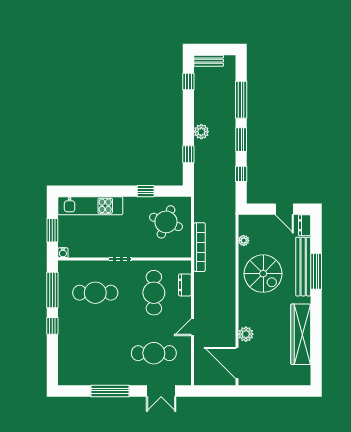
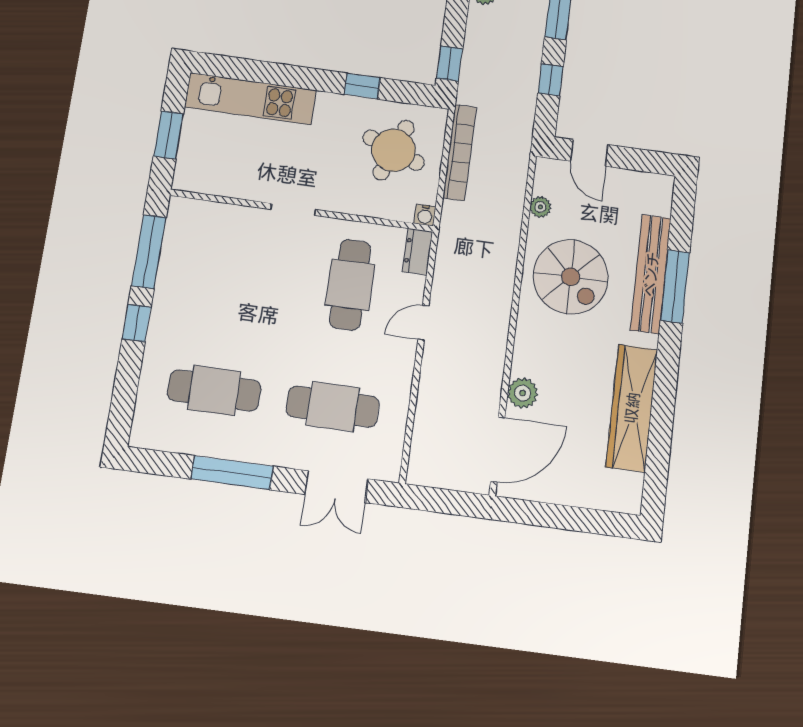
window: (188, 154) -> (450, 64), moved
door: (284, 209) -> (589, 153), moved
dresser: (305, 225) -> (662, 194), removed
bookcase: (199, 247) -> (460, 152), moved
water cooler: (63, 253) -> (425, 215), moved
dresser: (185, 285) -> (417, 252), moved
cafe table: (95, 293) -> (214, 390), moved
door: (193, 327) -> (423, 323), moved
door: (237, 363) -> (498, 450), swing flipped

